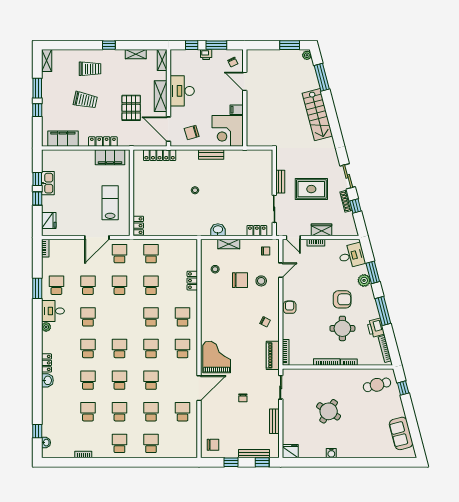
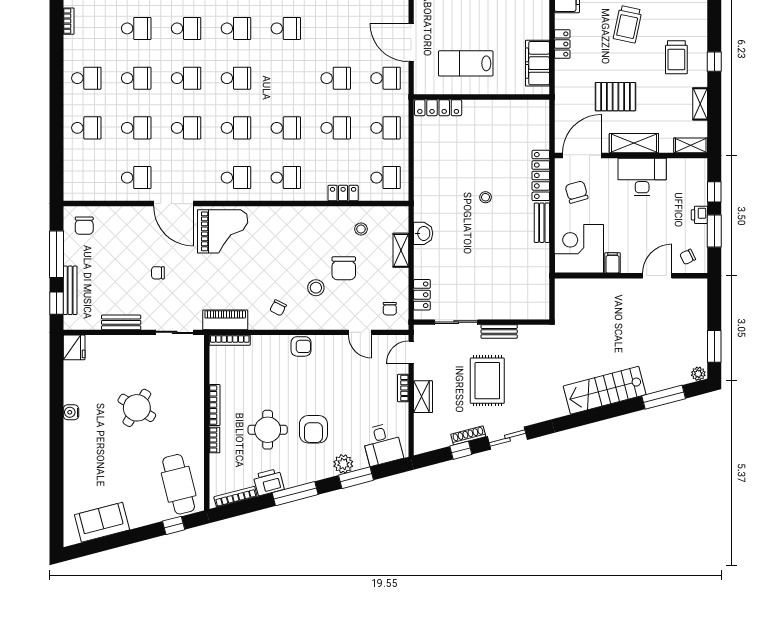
trolley: (90, 69) -> (676, 57), moved
locker: (103, 142) -> (562, 44), width x0.66
locker: (160, 155) -> (541, 175), moved
lab bench: (110, 203) -> (466, 63), turned 180
locker: (138, 226) -> (438, 108), width x1.53
stool: (261, 281) -> (316, 288), moved
school desk: (88, 285) -> (386, 178), moved
cafe table: (377, 385) -> (179, 484), width x1.37, depth x1.35
window: (231, 462) -> (56, 254), width x2.17

